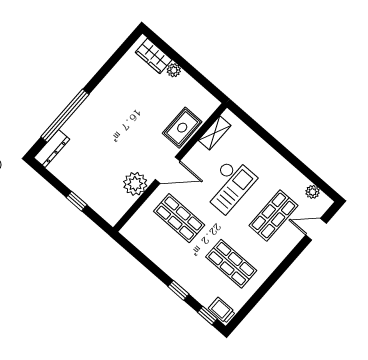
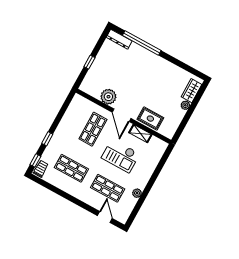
shelving: (215, 133) -> (140, 134), moved
plant: (313, 192) -> (137, 193), moved
shop shelf: (231, 264) -> (71, 168), turned 90

